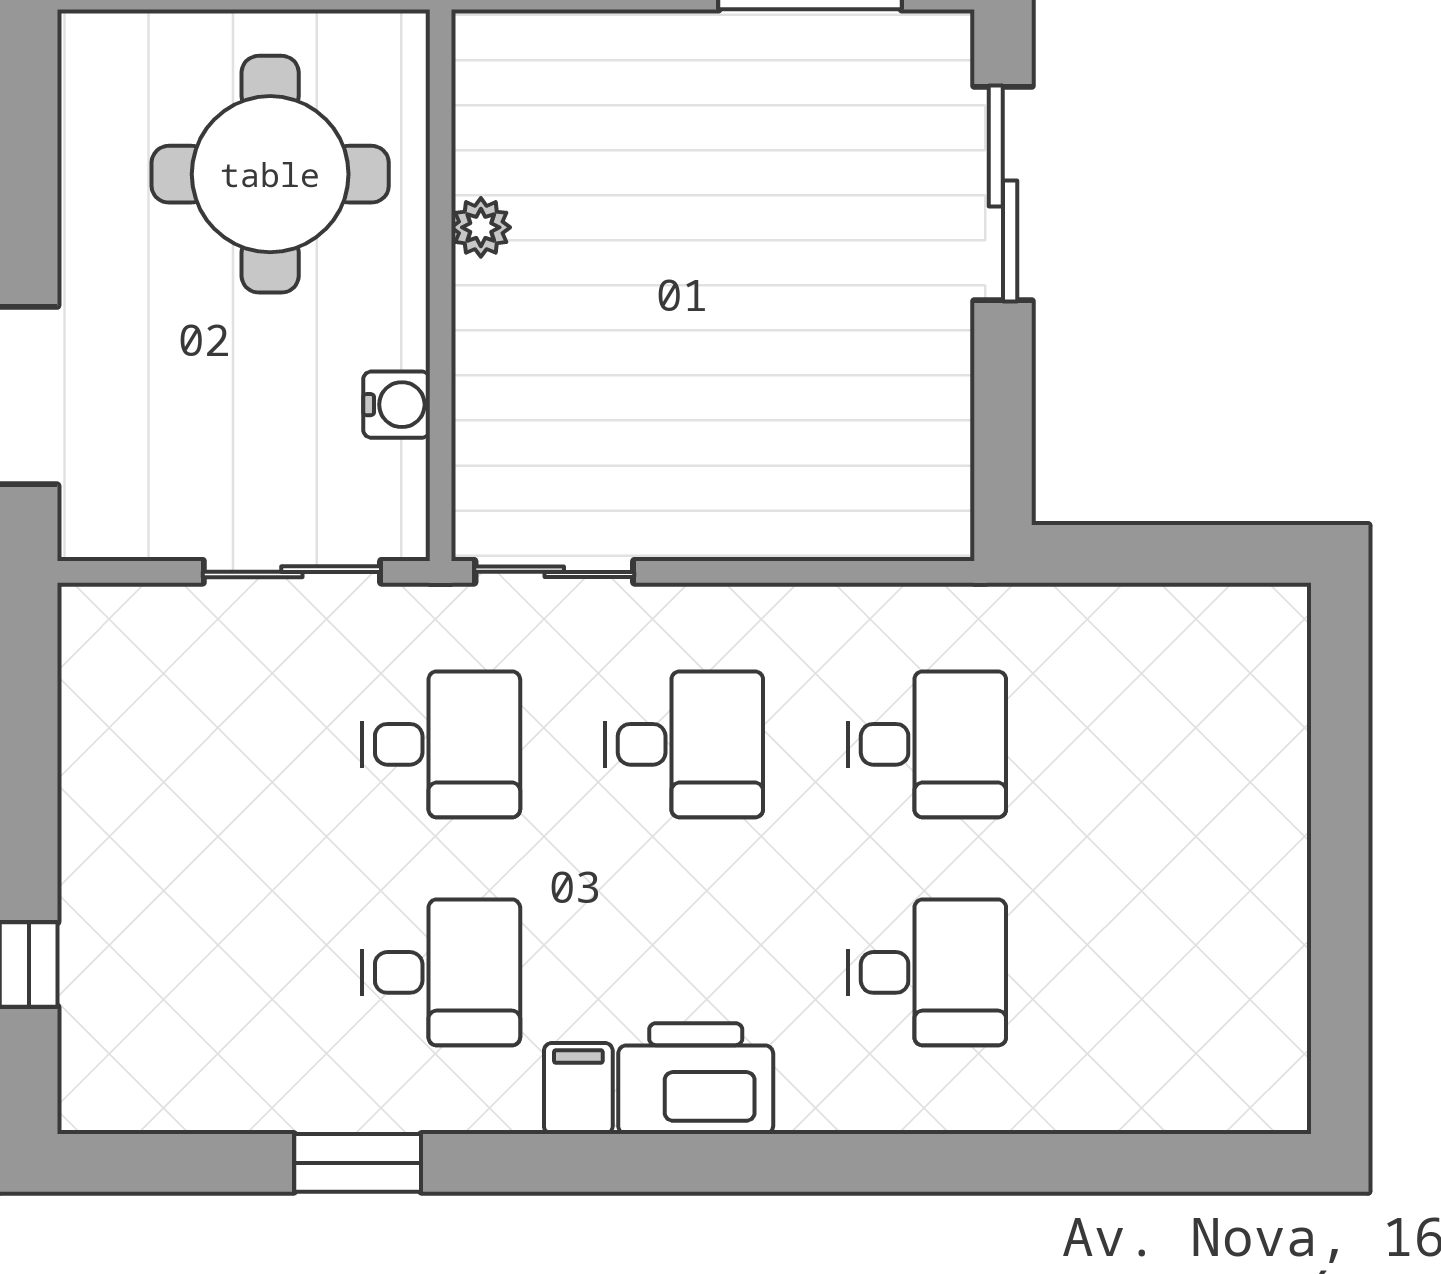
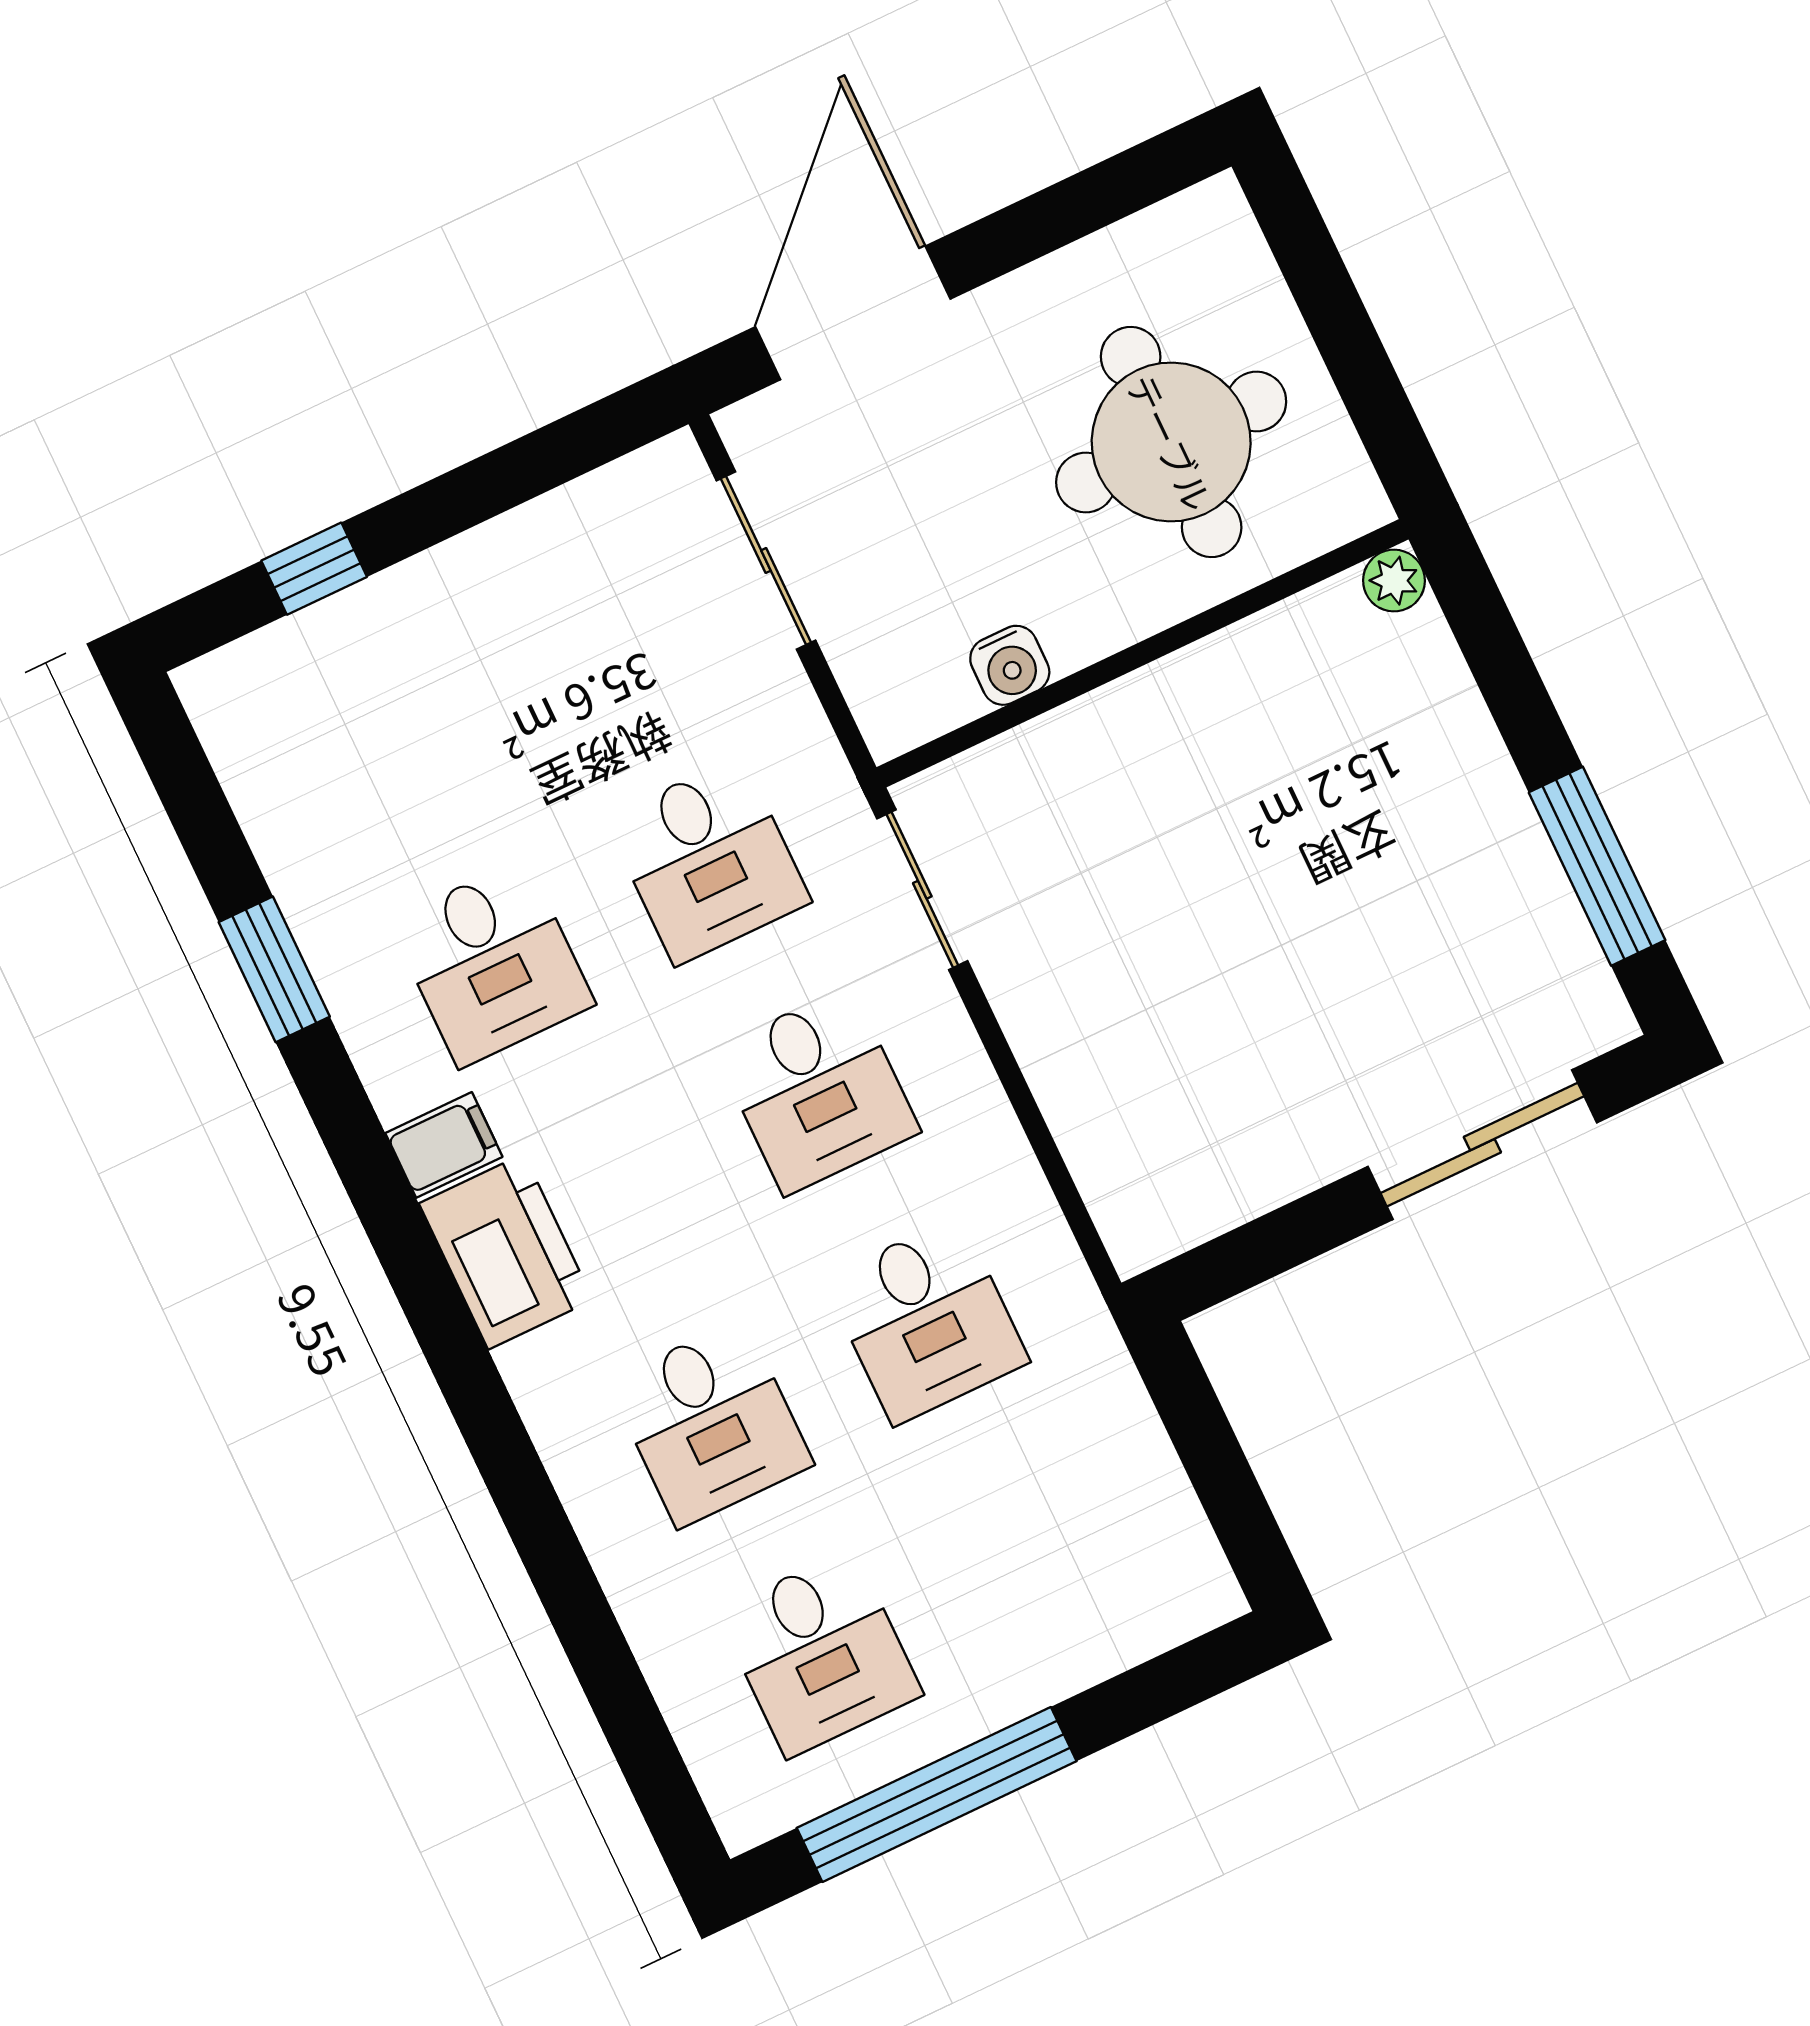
plant: (481, 227) -> (1394, 581), moved
sliding door: (292, 572) -> (766, 560), moved
window: (1340, 930) -> (937, 1794), added
desk: (1170, 972) -> (820, 1653), added

